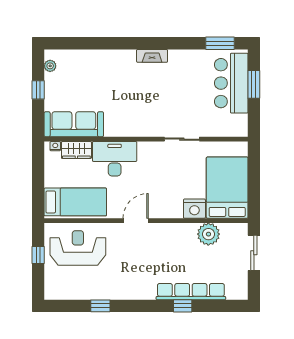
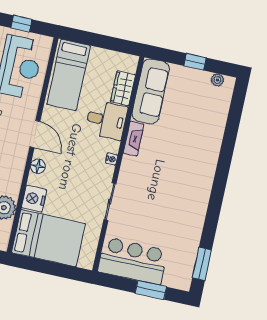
fireplace: (152, 56) -> (134, 139), moved, turned 180
bar counter: (231, 83) -> (133, 261), moved
nightstand: (55, 146) -> (112, 159), moved
desk: (115, 159) -> (106, 120), width x0.73
floor lamp: (164, 212) -> (38, 166), added

